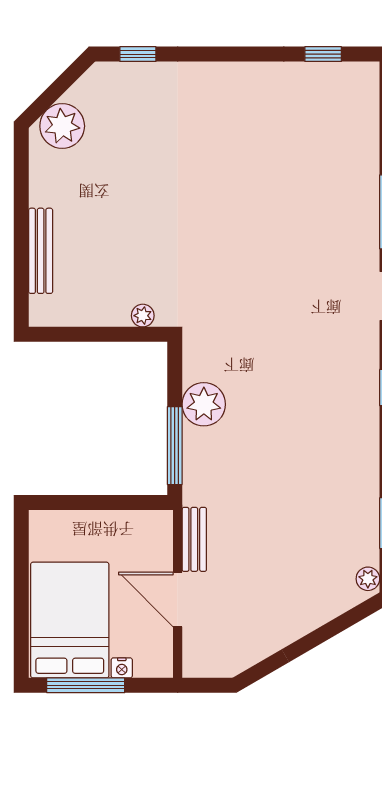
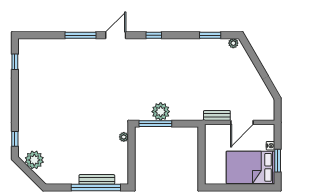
plant: (62, 126) -> (34, 160), moved
window: (21, 249) -> (96, 187), added
window: (175, 446) -> (155, 124), moved
window: (86, 685) -> (278, 161), width x0.69

